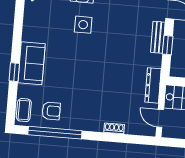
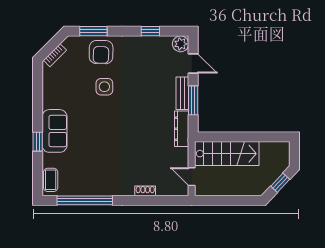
window: (168, 45) -> (193, 100), width x1.50
dresser: (153, 85) -> (182, 129), moved
armchair: (51, 111) -> (79, 178), removed

